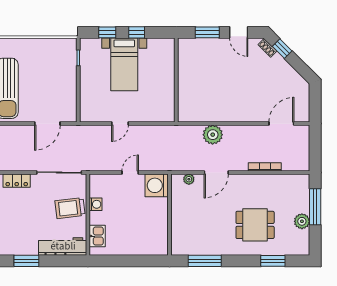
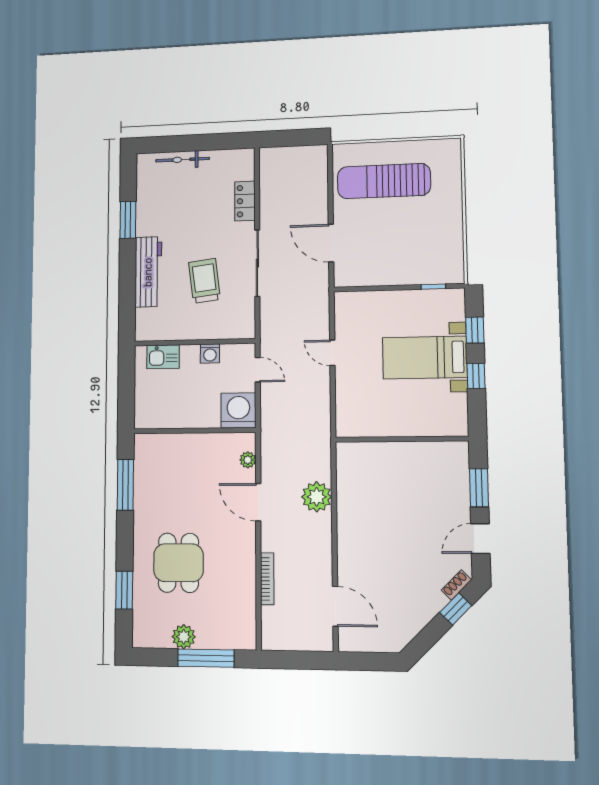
washing machine: (96, 204) -> (210, 353), moved
wall: (88, 215) -> (195, 342), moved
kitchen sink: (97, 236) -> (163, 357), moved

